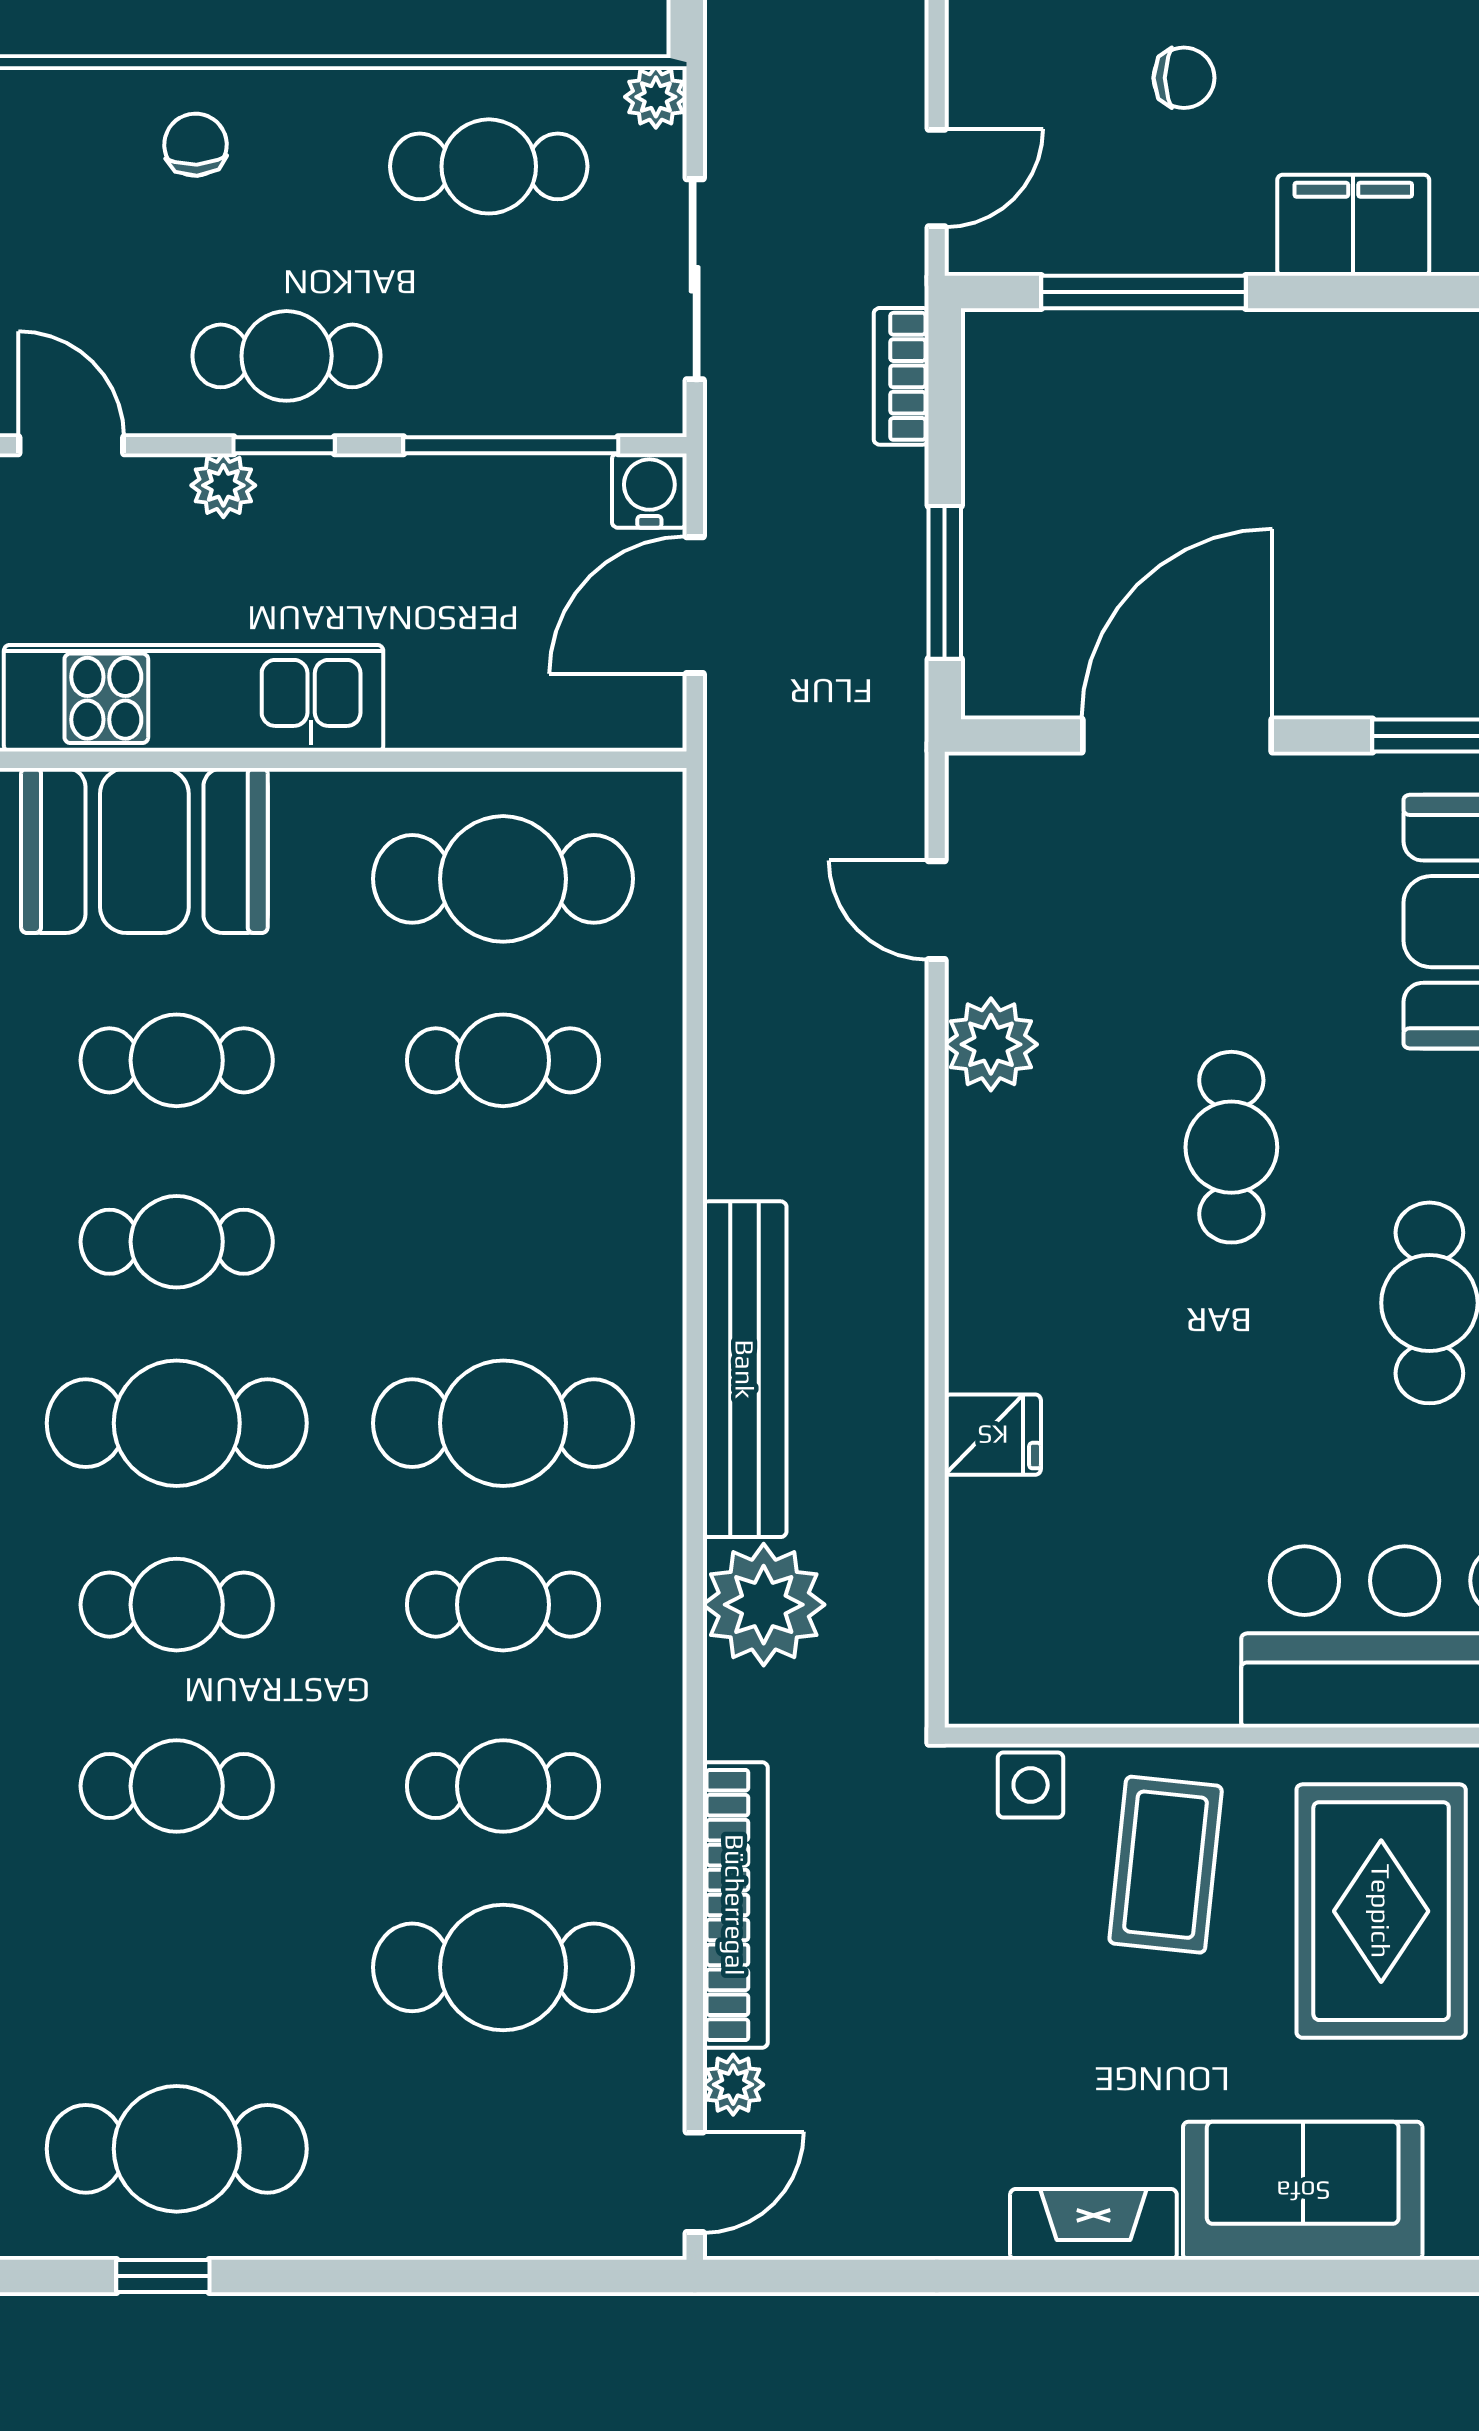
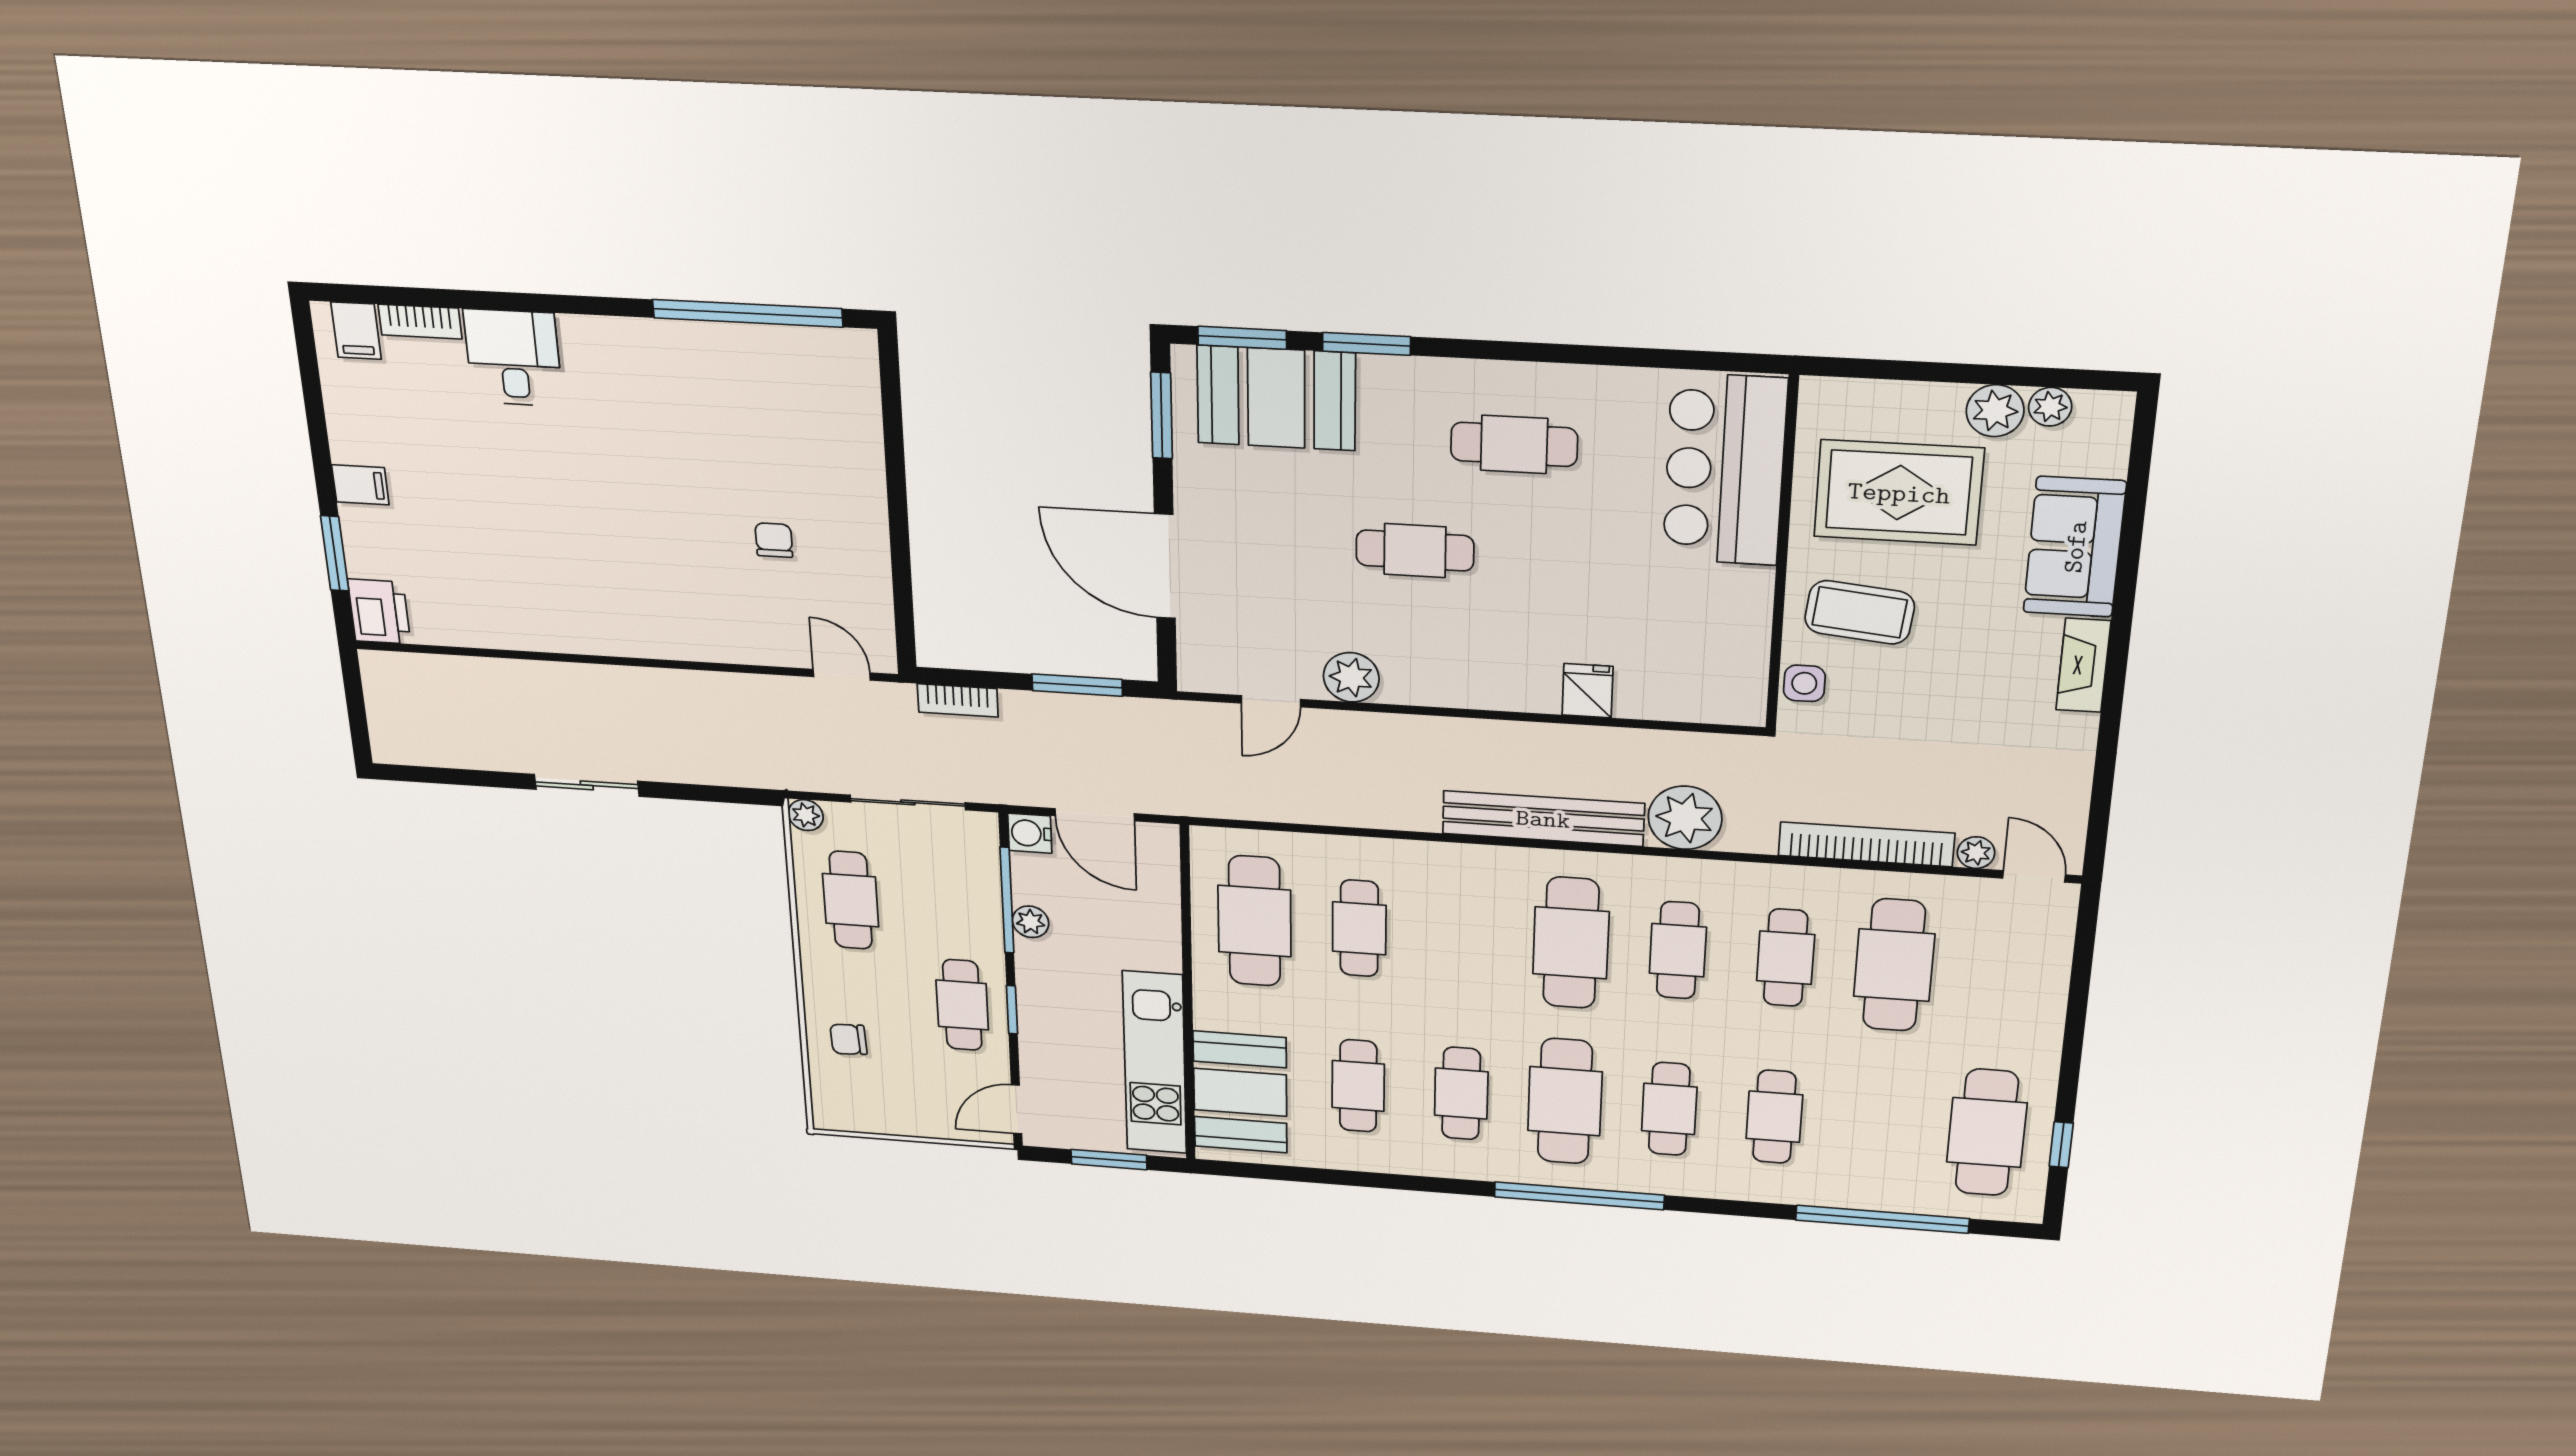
filing cabinet: (1353, 225) -> (855, 452), removed
window: (1144, 292) -> (901, 569), removed
plant: (223, 485) -> (1030, 922), moved

